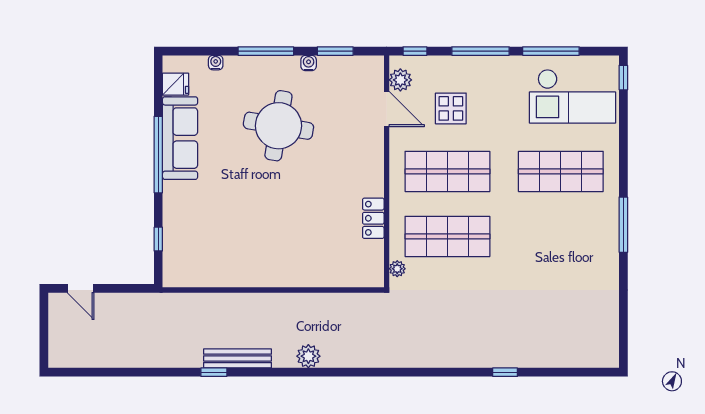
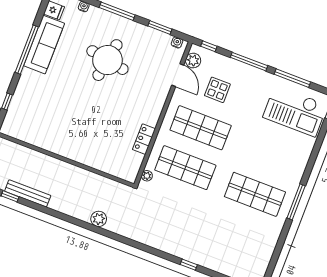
water cooler: (309, 63) -> (177, 42), moved
shop shelf: (561, 171) -> (255, 194), moved
plant: (308, 356) -> (99, 219), moved

